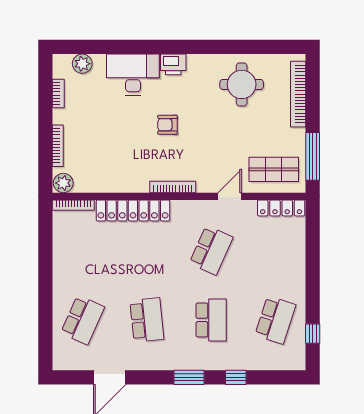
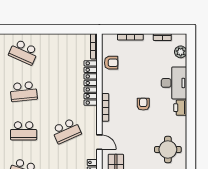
armchair: (100, 177) -> (111, 63), added
plant: (63, 183) -> (107, 40), removed
school desk: (211, 250) -> (66, 131), turned -48

